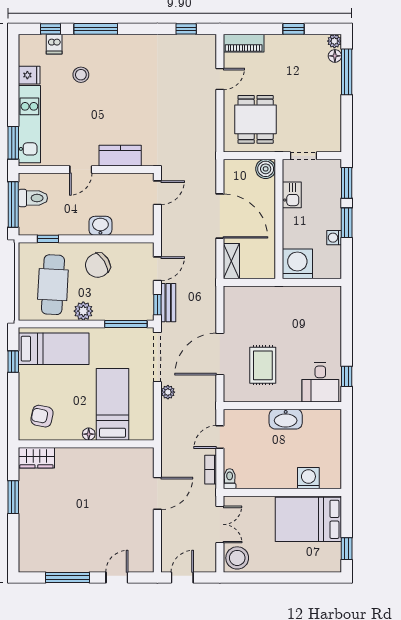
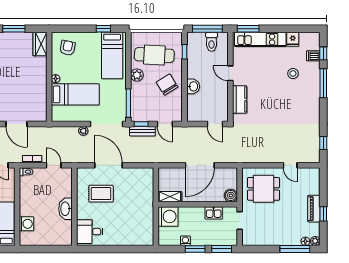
piano: (244, 43) -> (314, 209), moved
shelving: (231, 261) -> (170, 197), moved
window: (347, 376) -> (94, 249), removed

